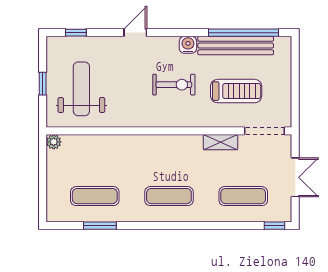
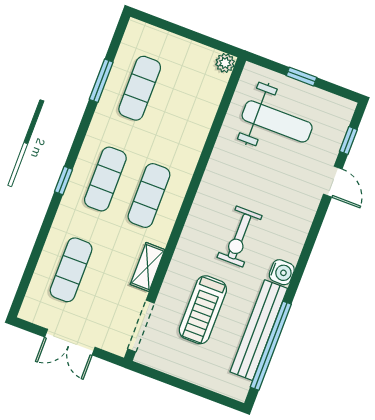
door: (135, 33) -> (333, 182), moved
exercise mat: (169, 160) -> (149, 195), added
window: (275, 226) -> (64, 181), moved

